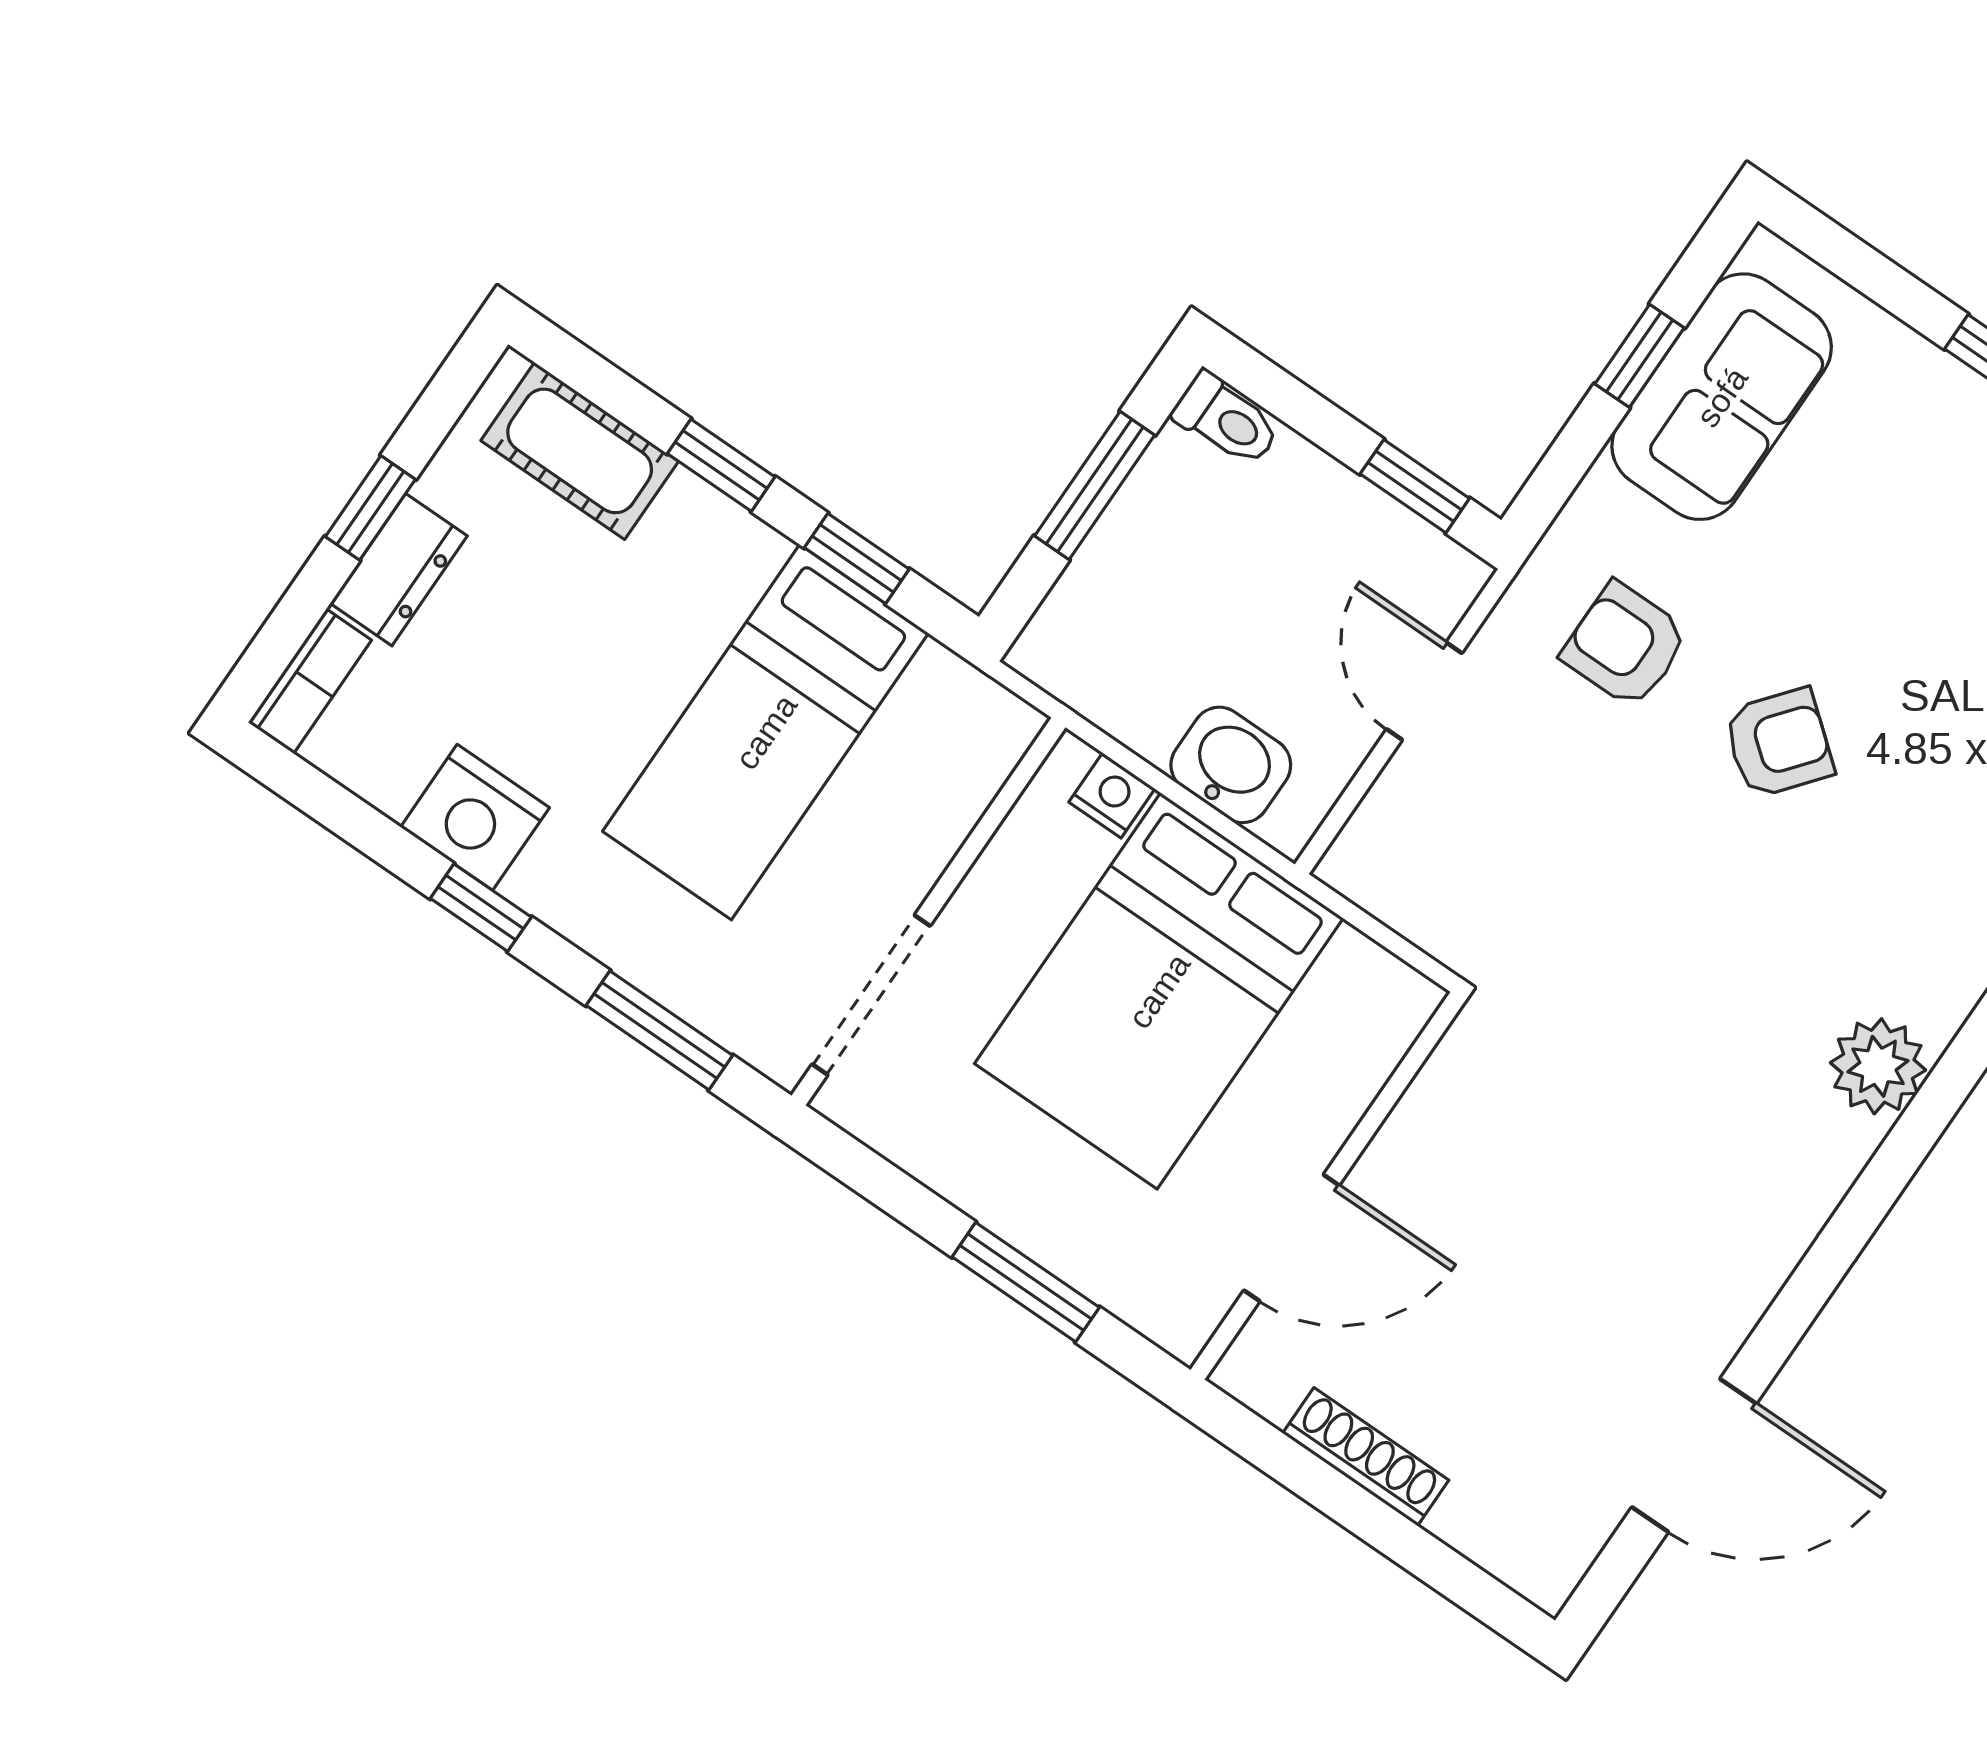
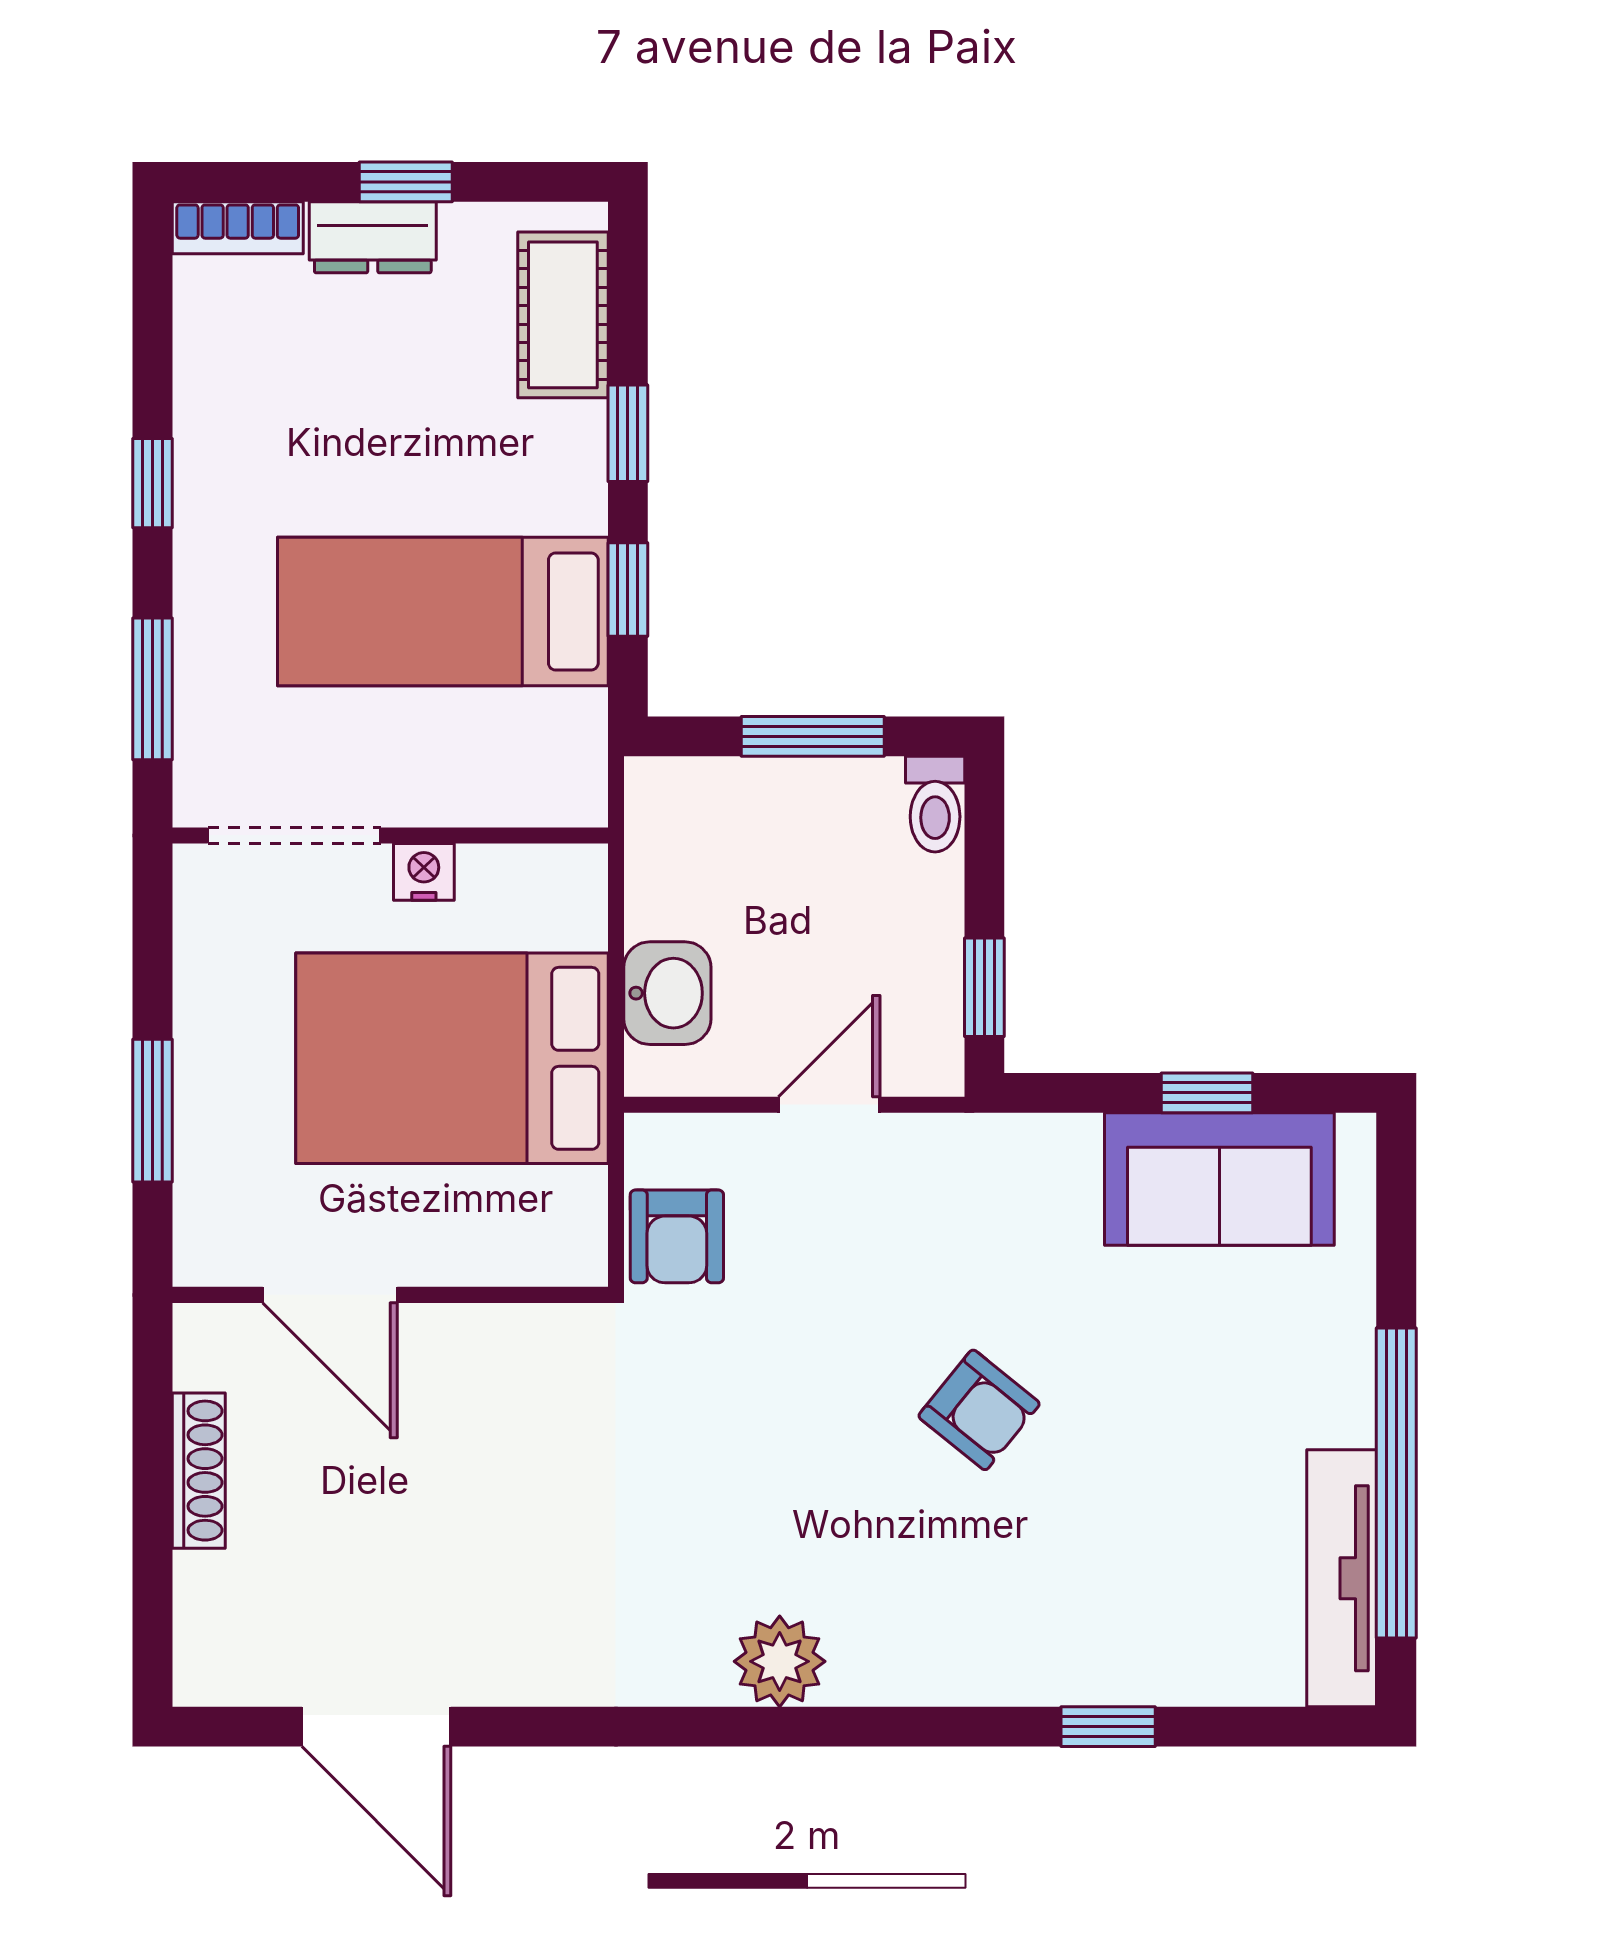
armchair: (1625, 645) -> (677, 1236), moved, turned 180
nightstand: (1112, 795) -> (424, 872), moved, turned -90
nightstand: (475, 817) -> (220, 430), removed

